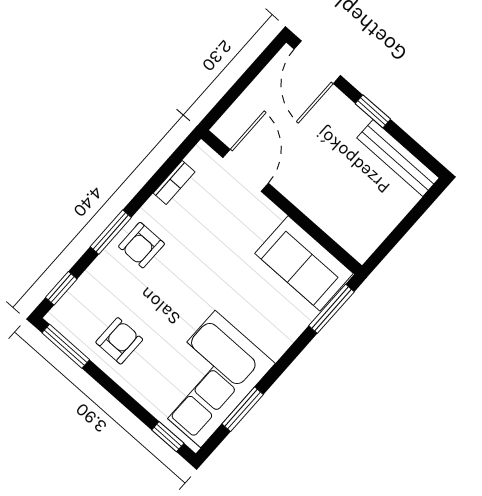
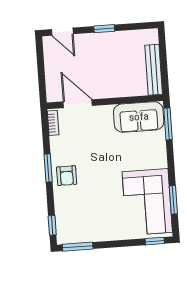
door: (317, 62) -> (62, 32), width x0.73
bench: (398, 158) -> (154, 70), moved, turned 90
bookcase: (174, 183) -> (53, 123), moved
window: (111, 232) -> (48, 168), moved
armchair: (119, 341) -> (97, 223), removed

